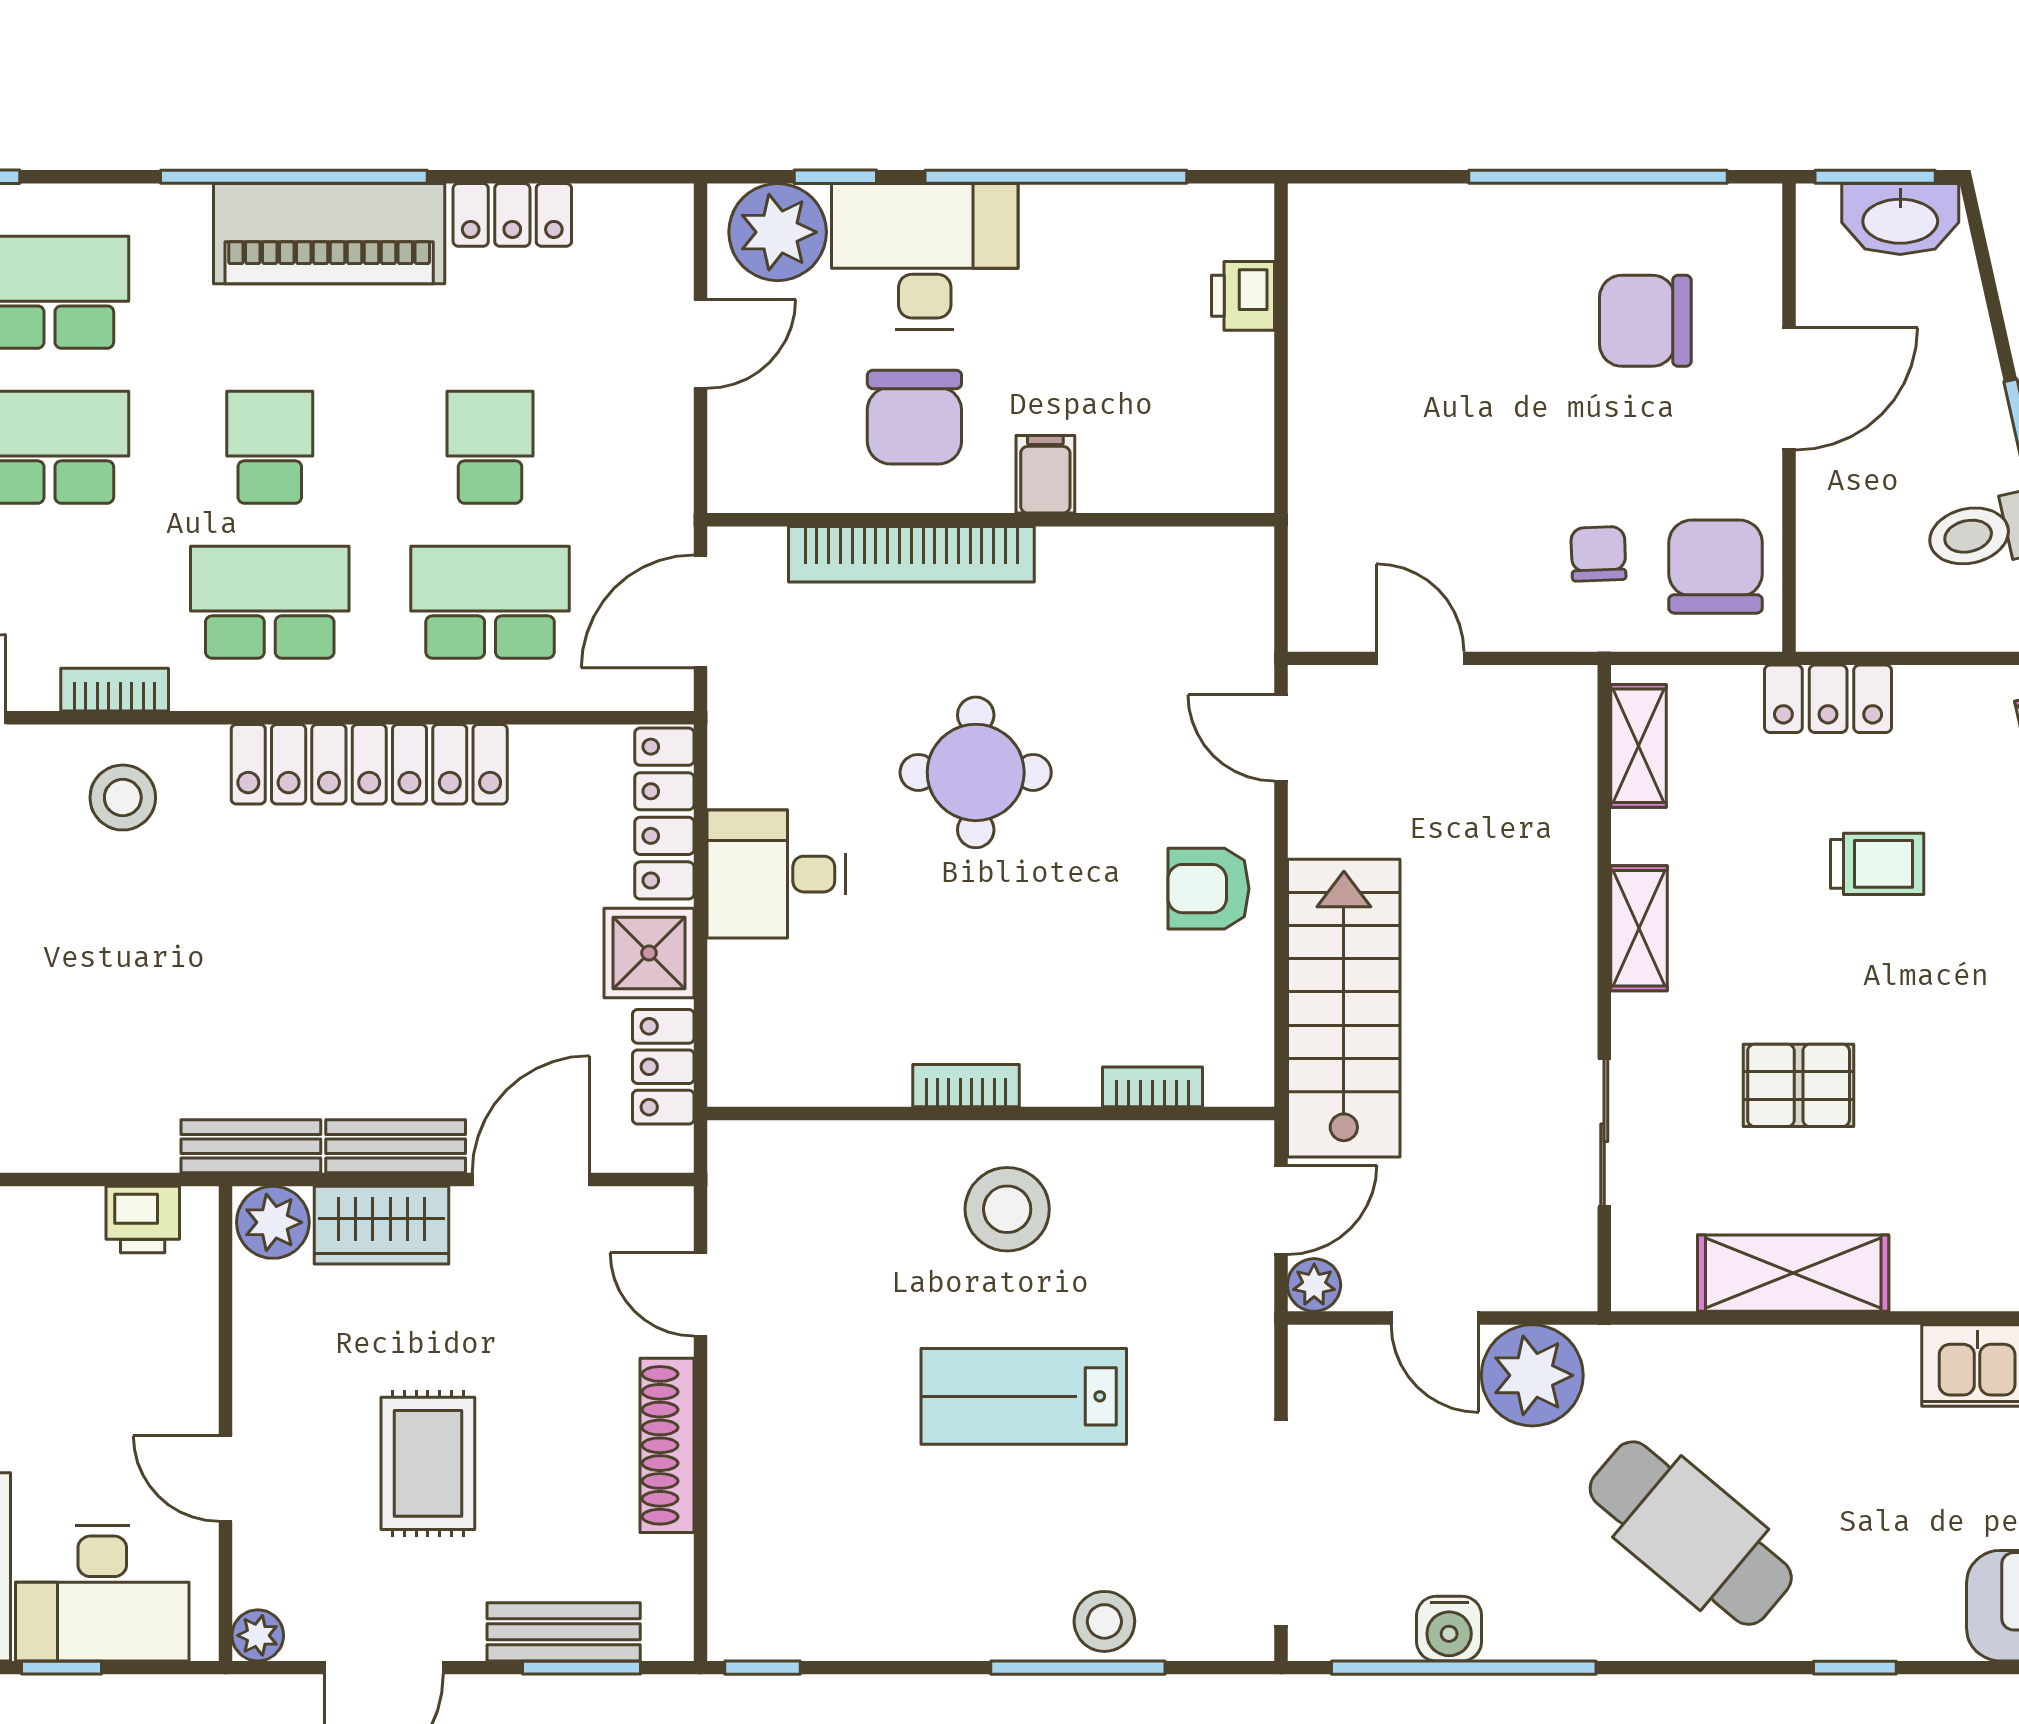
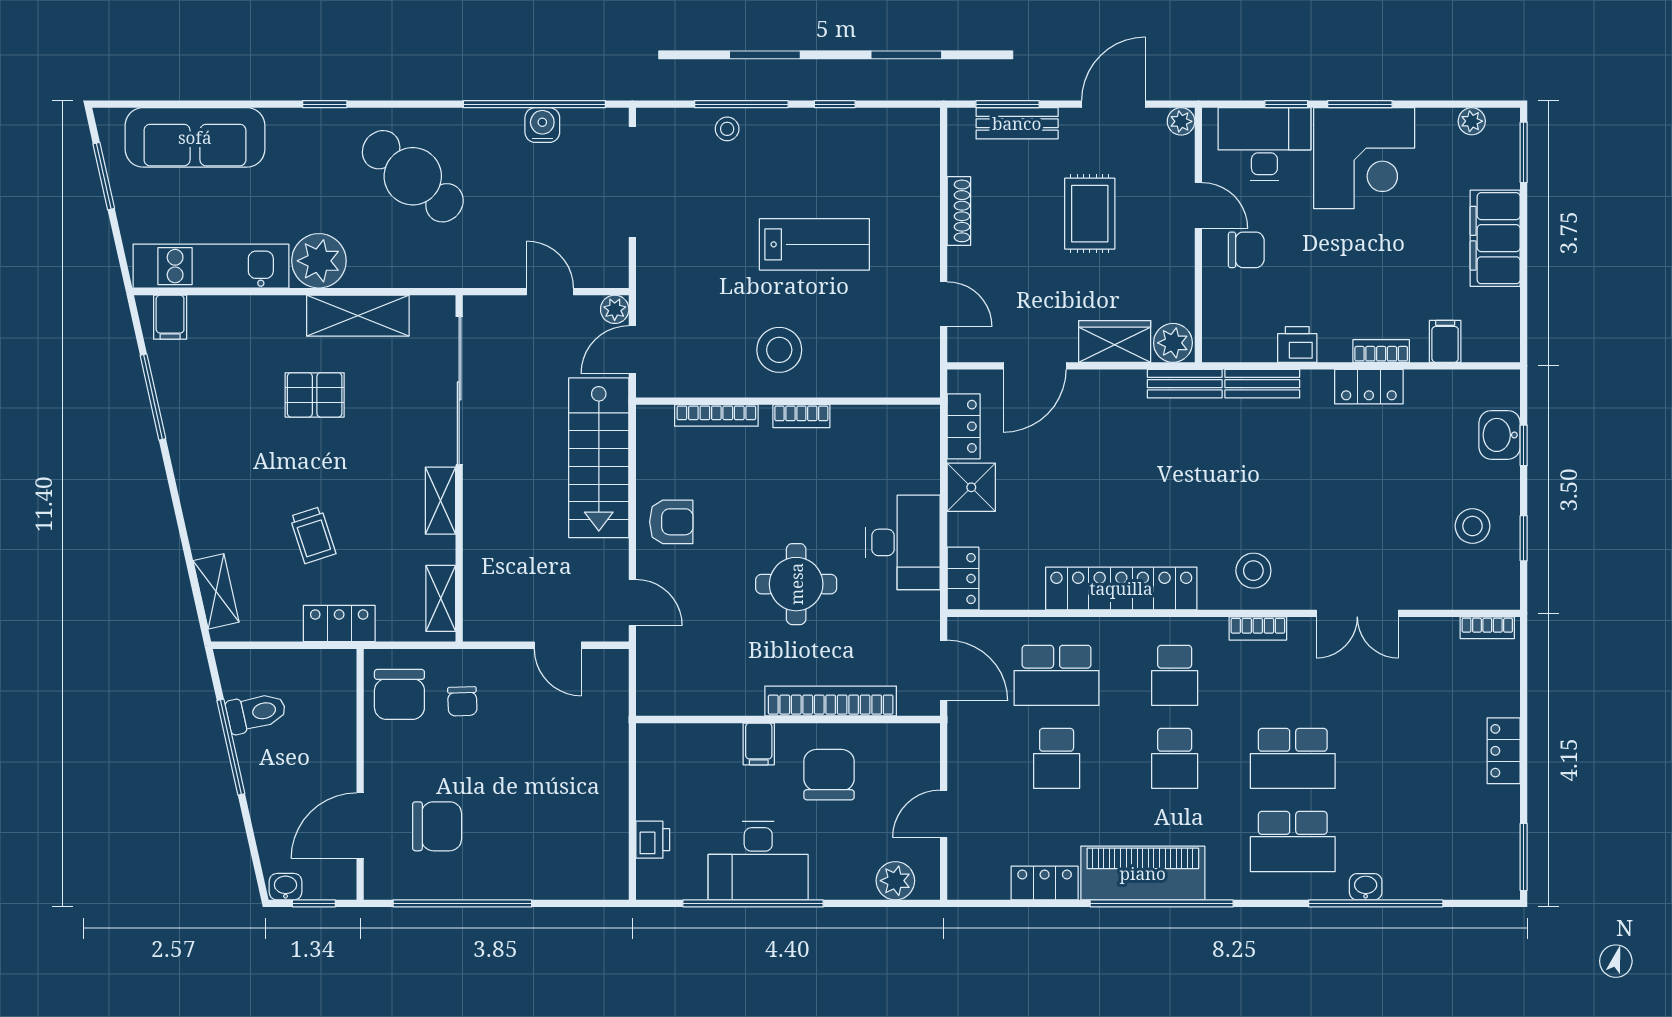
window: (835, 177) -> (871, 903), removed
window: (1875, 177) -> (314, 903), width x0.67
washbasin: (1900, 219) -> (285, 887), width x0.52, depth x0.69
plant: (778, 232) -> (895, 881), width x0.73, depth x0.73
desk: (925, 257) -> (758, 861), moved
door: (1789, 389) -> (360, 826), moved
school desk: (270, 602) -> (1175, 675), width x0.54
door: (701, 611) -> (944, 670), hinge flipped
locker: (664, 814) -> (963, 579), width x0.66
trolley: (1877, 864) -> (313, 535), turned -108
desk: (776, 874) -> (903, 542), width x1.37
pallet: (1799, 1085) -> (315, 395), moved
bookcase: (1153, 1087) -> (716, 415), width x1.56
sliding door: (1604, 1133) -> (459, 391), width x1.86
bench: (396, 1146) -> (1262, 384), moved
printer: (143, 1219) -> (1297, 344), moved
plant: (1532, 1375) -> (319, 261), moved
chair: (136, 1396) -> (1246, 250), added
lab bench: (1024, 1396) -> (814, 244), moved
shoe rack: (667, 1445) -> (959, 211), width x0.74, depth x0.81
stool: (1104, 1621) -> (727, 129), width x0.73, depth x0.73
window: (762, 1668) -> (835, 104), moved

